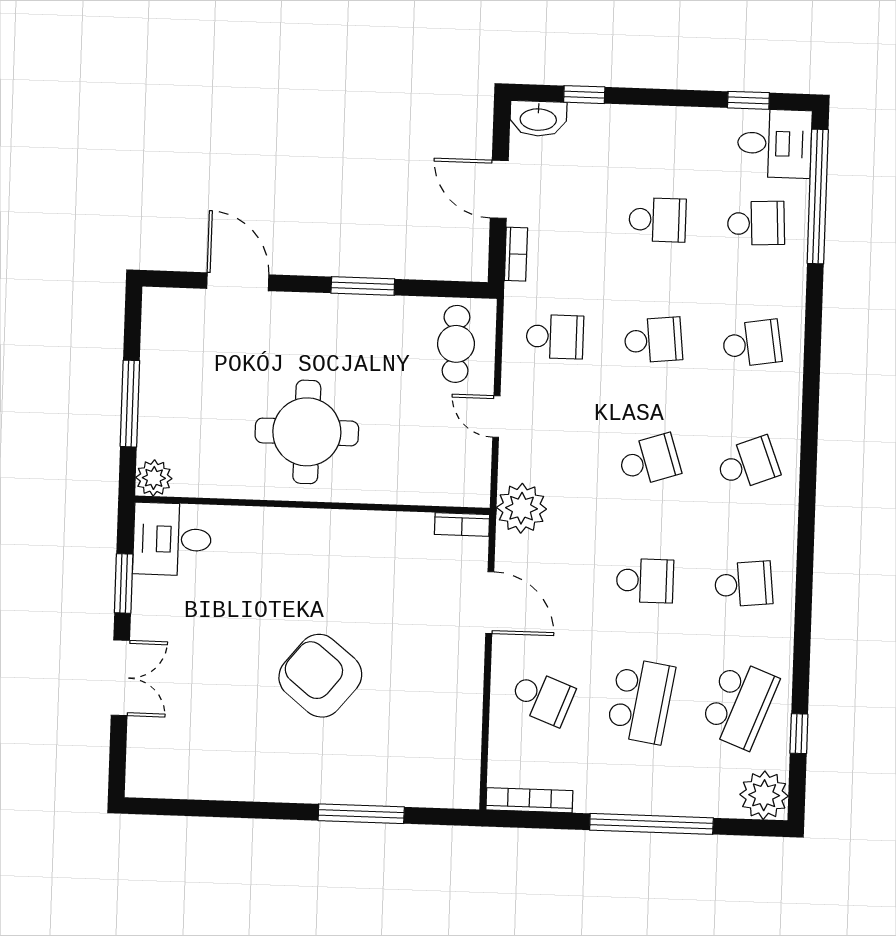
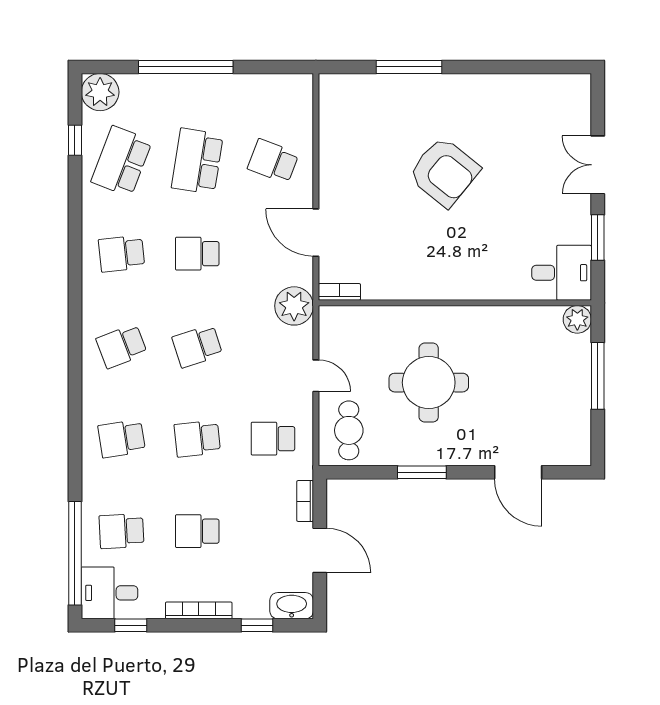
round table: (307, 432) -> (429, 383), moved
bookcase: (529, 800) -> (199, 610), moved, turned 180

